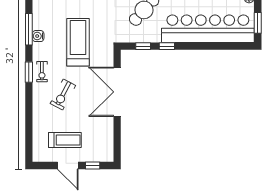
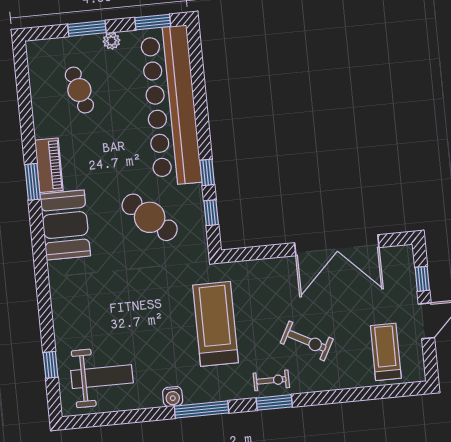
water cooler: (38, 36) -> (173, 397), moved
treadmill: (78, 42) -> (216, 324), turned 90
double door: (117, 92) -> (337, 245), moved
treadmill: (65, 140) -> (386, 352), moved

